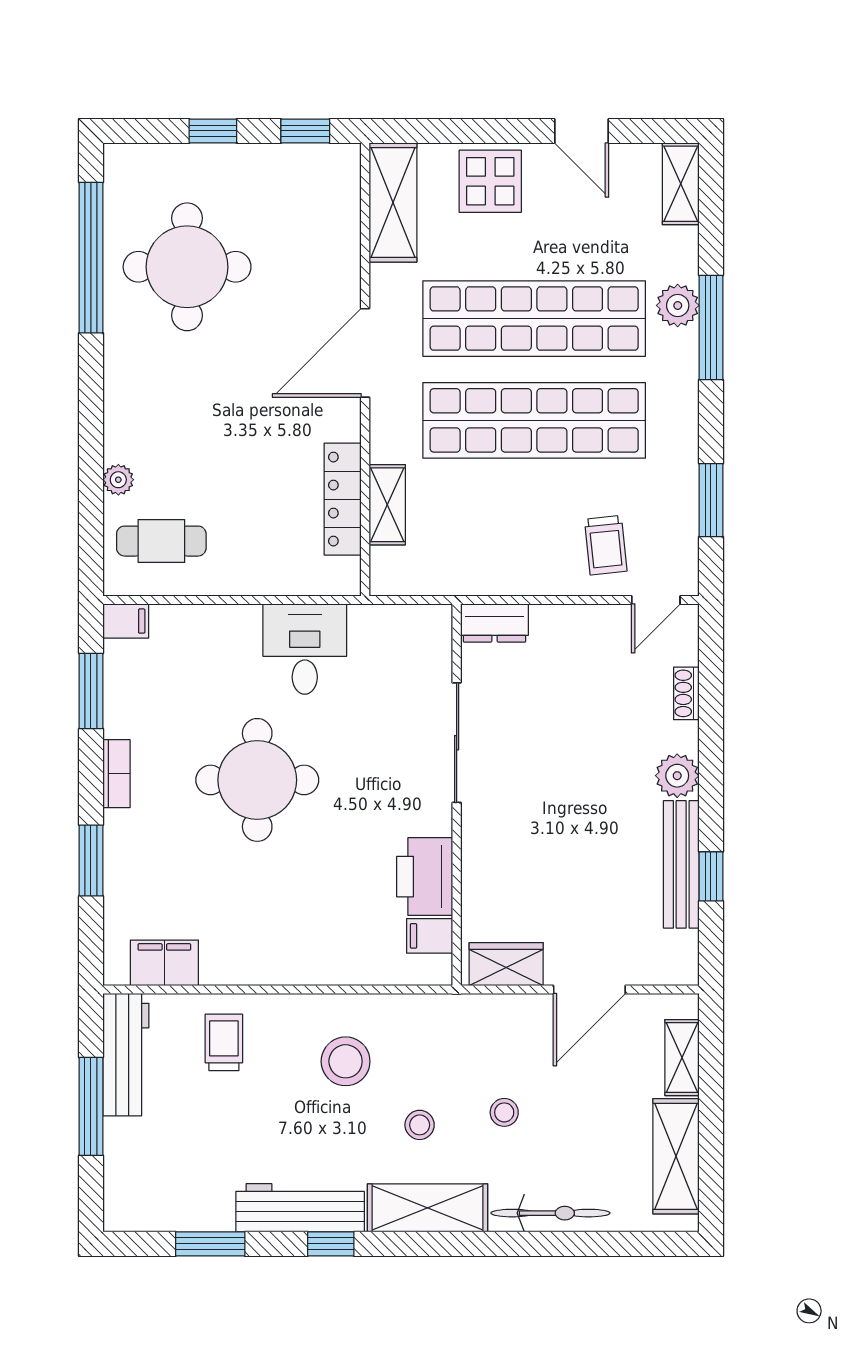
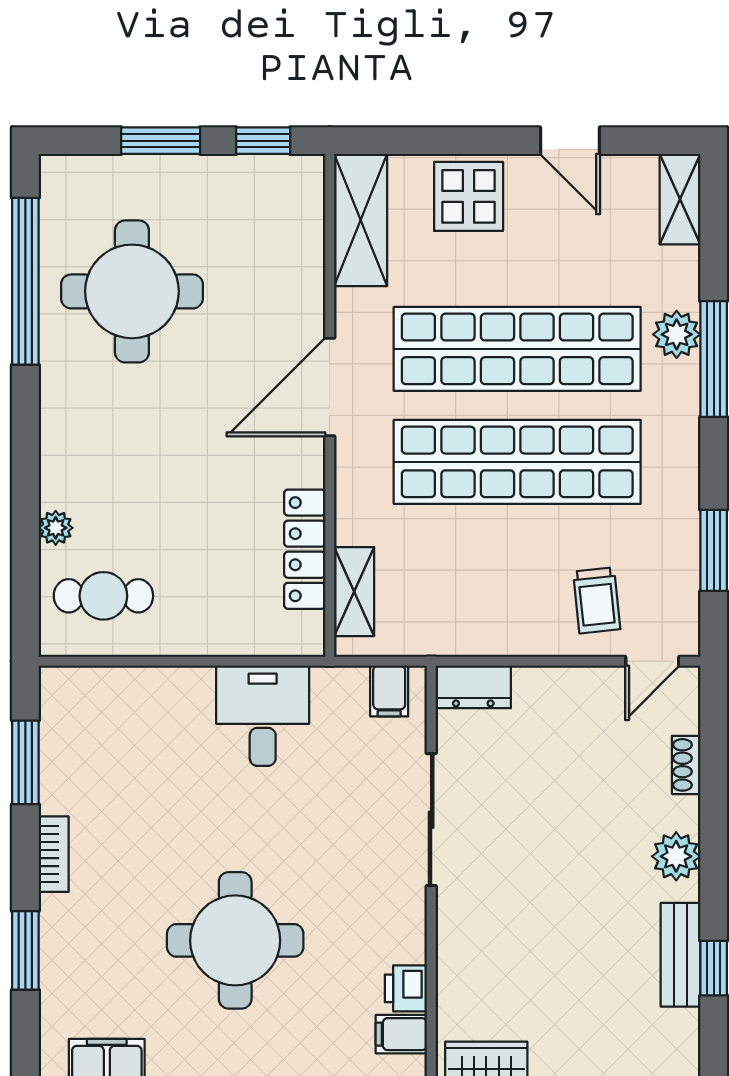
window: (213, 131) -> (161, 141), width x1.50
shelving: (387, 505) -> (354, 592), moved
filing cabinet: (126, 621) -> (389, 691), moved, turned 90
round table: (257, 780) -> (235, 940), moved
bench: (681, 864) -> (681, 955), width x0.73
printer: (425, 877) -> (406, 988), width x0.53, depth x0.68

